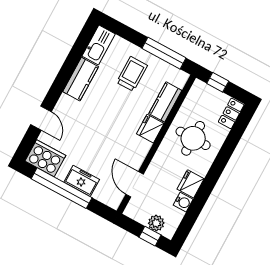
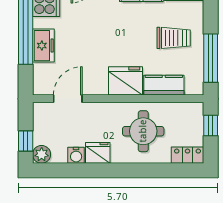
fridge: (150, 129) -> (125, 81), width x1.36, depth x1.34
plant: (156, 223) -> (42, 154), moved

